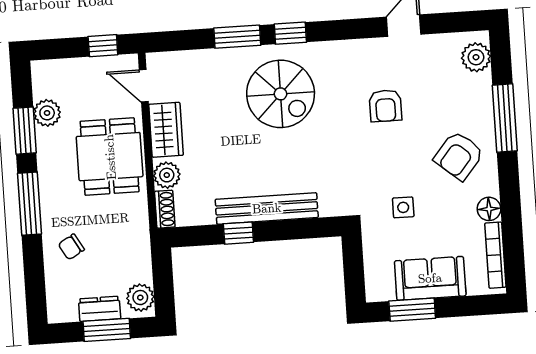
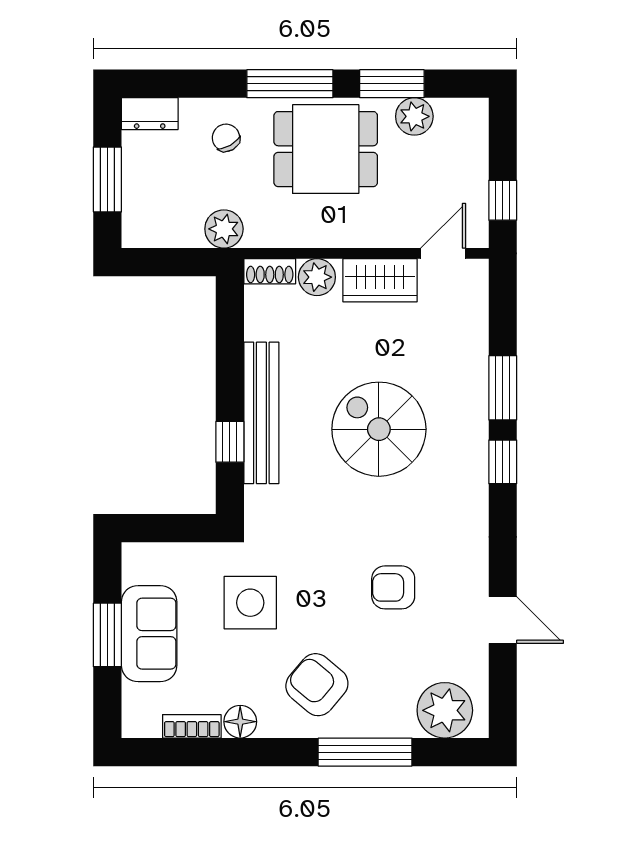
plant: (476, 57) -> (445, 710), width x1.36, depth x1.36
spiral stairs: (281, 94) -> (379, 429), moved, turned 90
dining table: (110, 157) -> (326, 149), moved
side table: (403, 207) -> (250, 603), width x1.87, depth x1.87
window: (238, 233) -> (230, 442), moved
bookcase: (495, 255) -> (192, 726), width x0.64
plant: (140, 298) -> (224, 229), moved
dresser: (100, 309) -> (150, 114), moved, turned 90
window: (412, 310) -> (107, 635), moved

